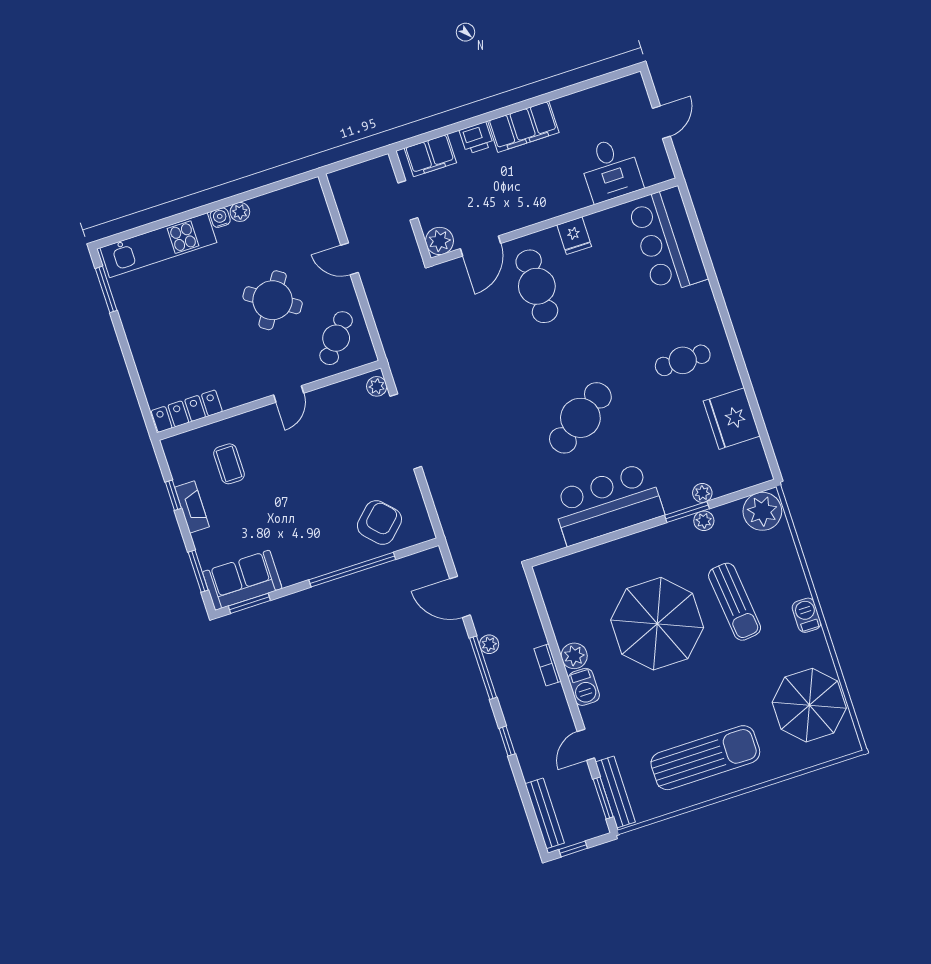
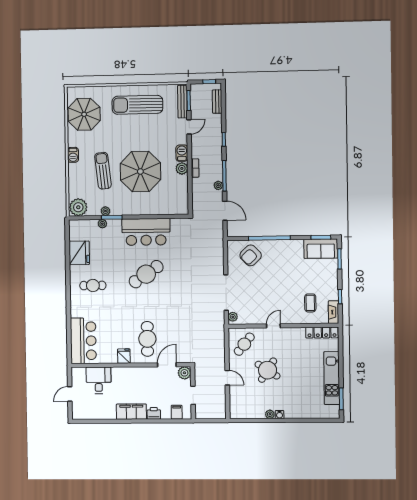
filing cabinet: (430, 155) -> (177, 412), width x0.50
kitchen unit: (158, 245) -> (332, 378), moved, turned -90
fireplace: (192, 507) -> (333, 312), moved
bench: (545, 813) -> (217, 102), width x0.73

